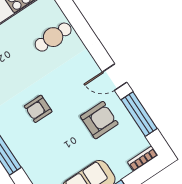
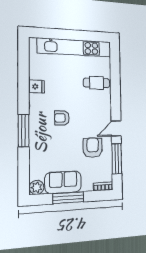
door: (115, 77) -> (116, 129), hinge flipped
armchair: (99, 120) -> (93, 148), turned -90

